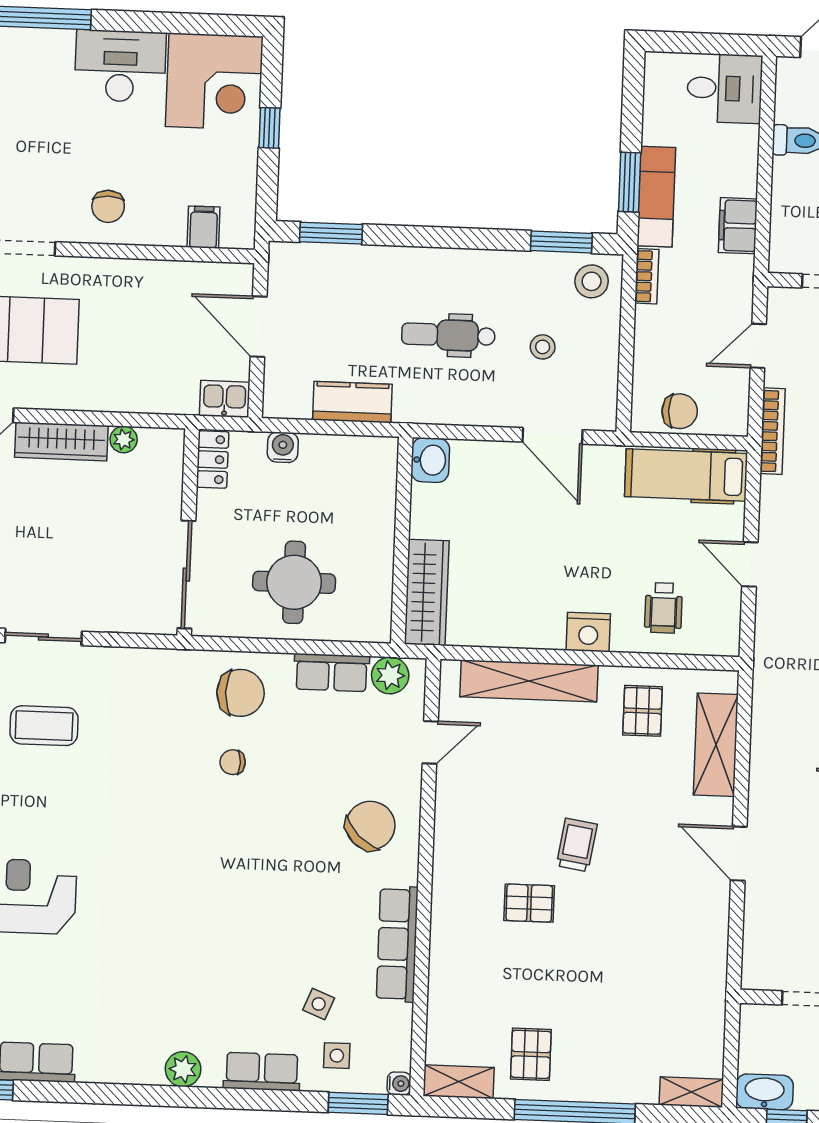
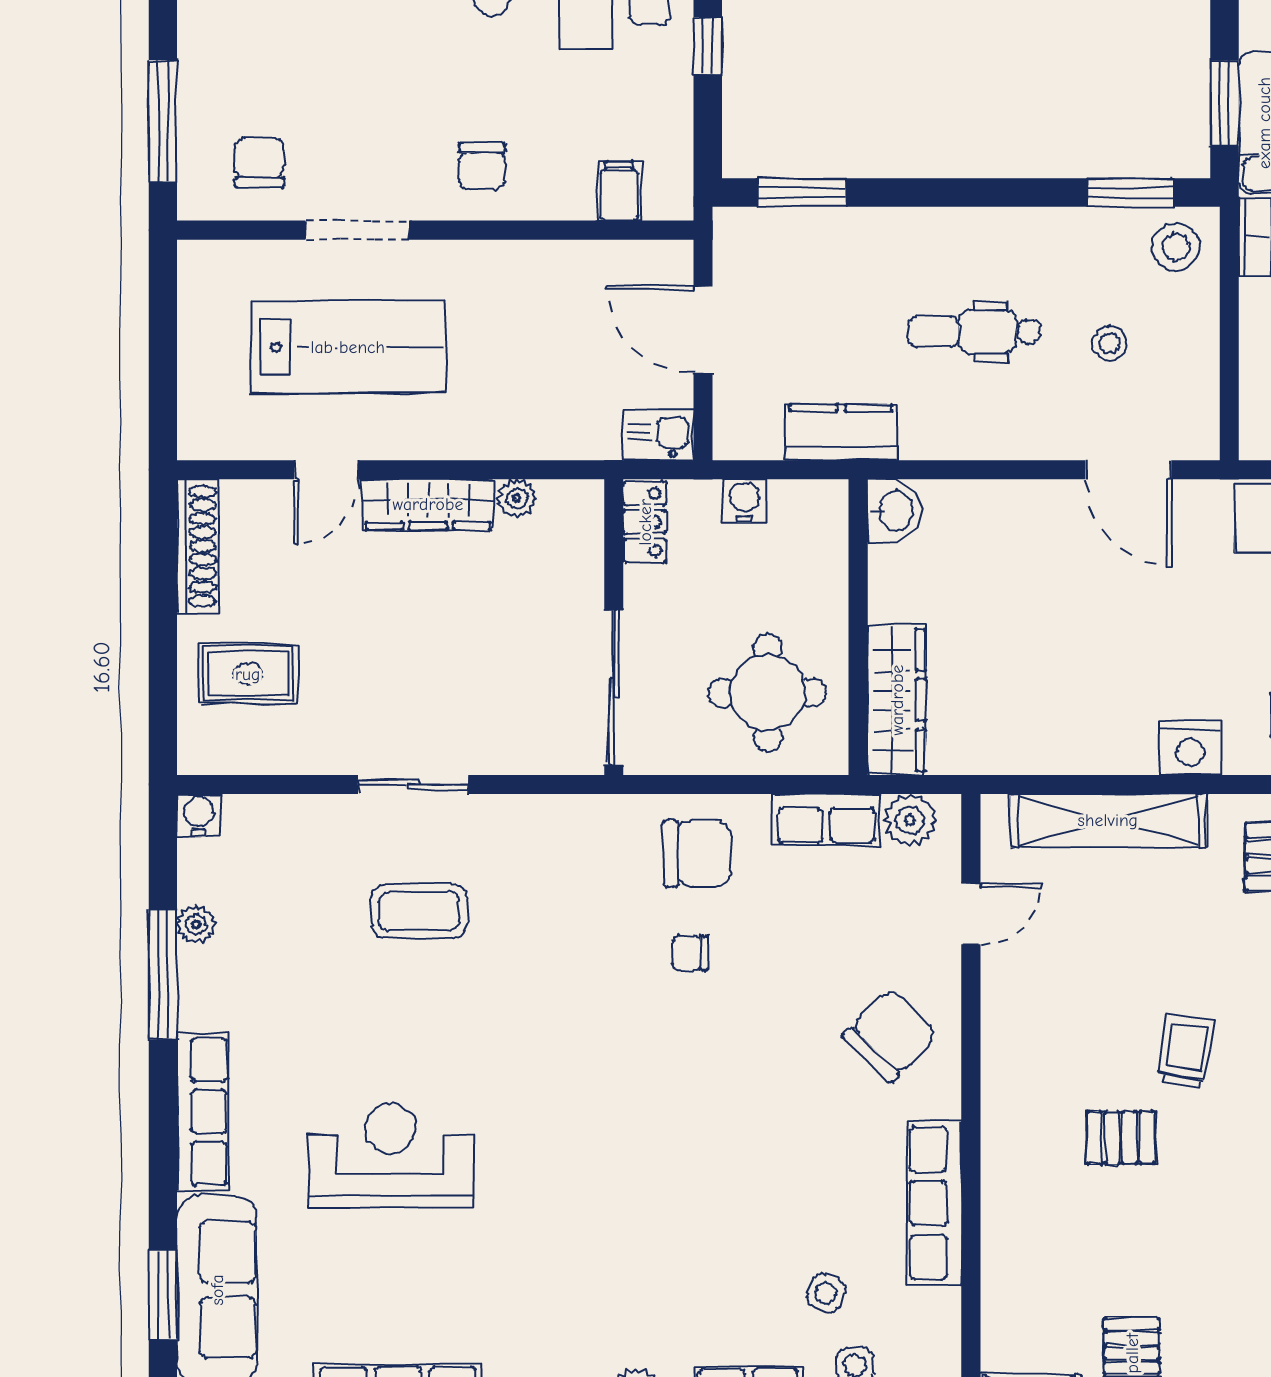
washbasin: (430, 460) -> (894, 511), moved
wall: (402, 540) -> (858, 627), moved
wardrobe: (427, 592) -> (897, 700), moved

